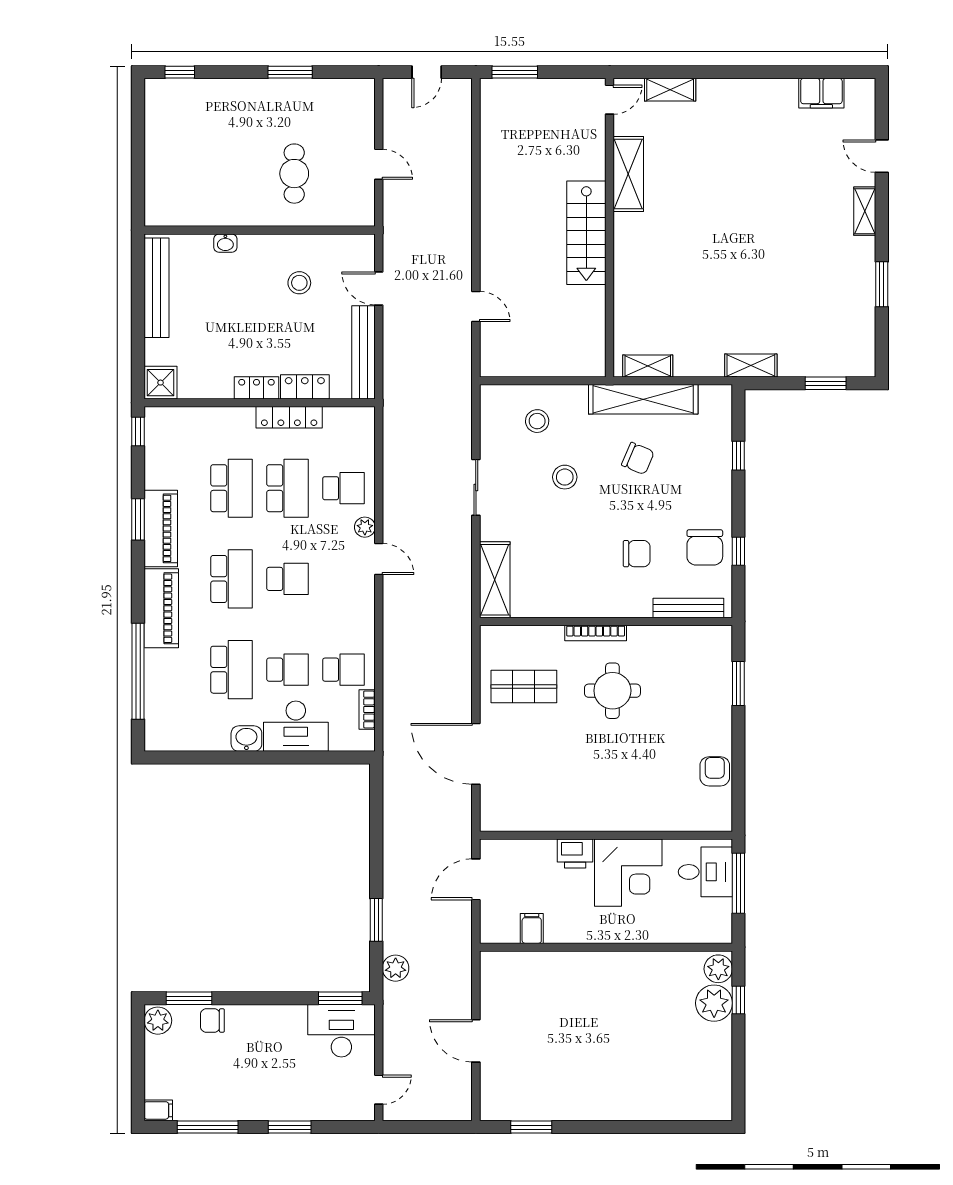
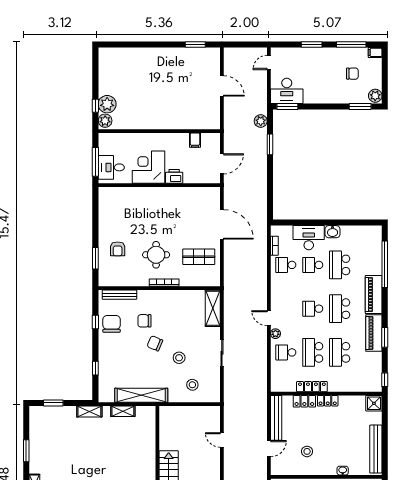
door: (379, 289) -> (269, 449), hinge flipped
shelving: (648, 366) -> (123, 411), moved
chair: (638, 458) -> (155, 343), moved
armchair: (715, 771) -> (118, 249), moved
chair: (212, 1020) -> (352, 74), moved

